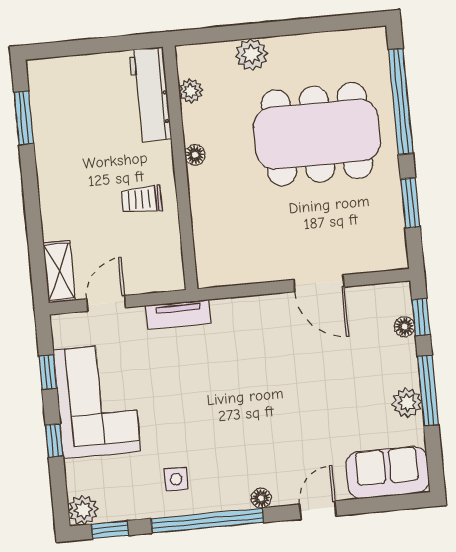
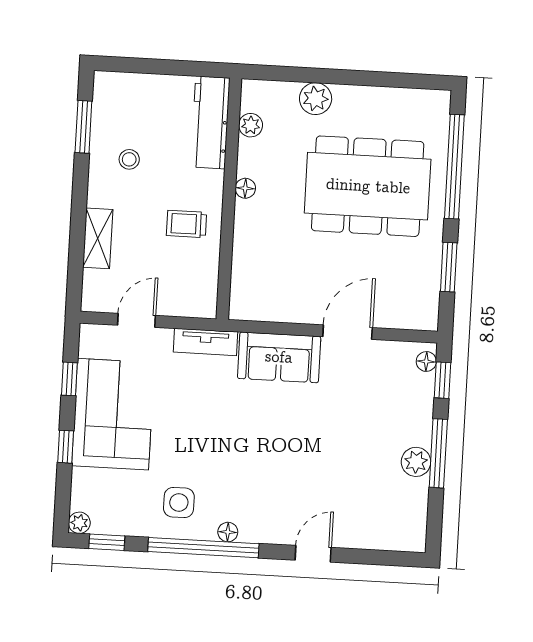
stool: (74, 143) -> (129, 159), added
shelving: (59, 272) -> (98, 238), moved
door: (319, 283) -> (348, 332), swing flipped
floor lamp: (405, 327) -> (426, 361), moved
sofa: (387, 473) -> (279, 357), moved, turned 180
side table: (176, 479) -> (179, 502), width x1.37, depth x1.37
floor lamp: (261, 498) -> (228, 532), moved
plant: (83, 510) -> (79, 523), width x0.73, depth x0.73

